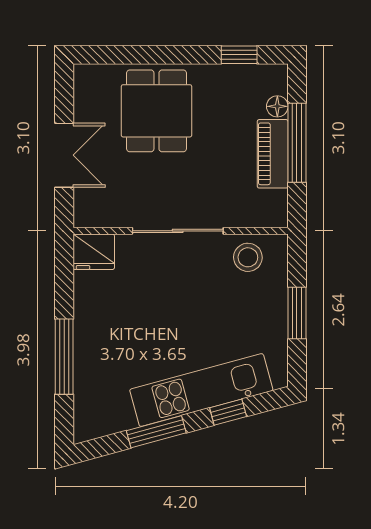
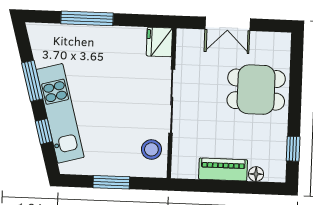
window: (297, 143) -> (230, 187), removed

